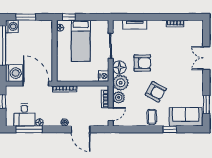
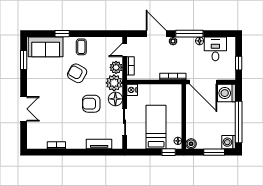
boiler: (48, 25) -> (191, 144), added
window: (29, 129) -> (189, 34), moved

